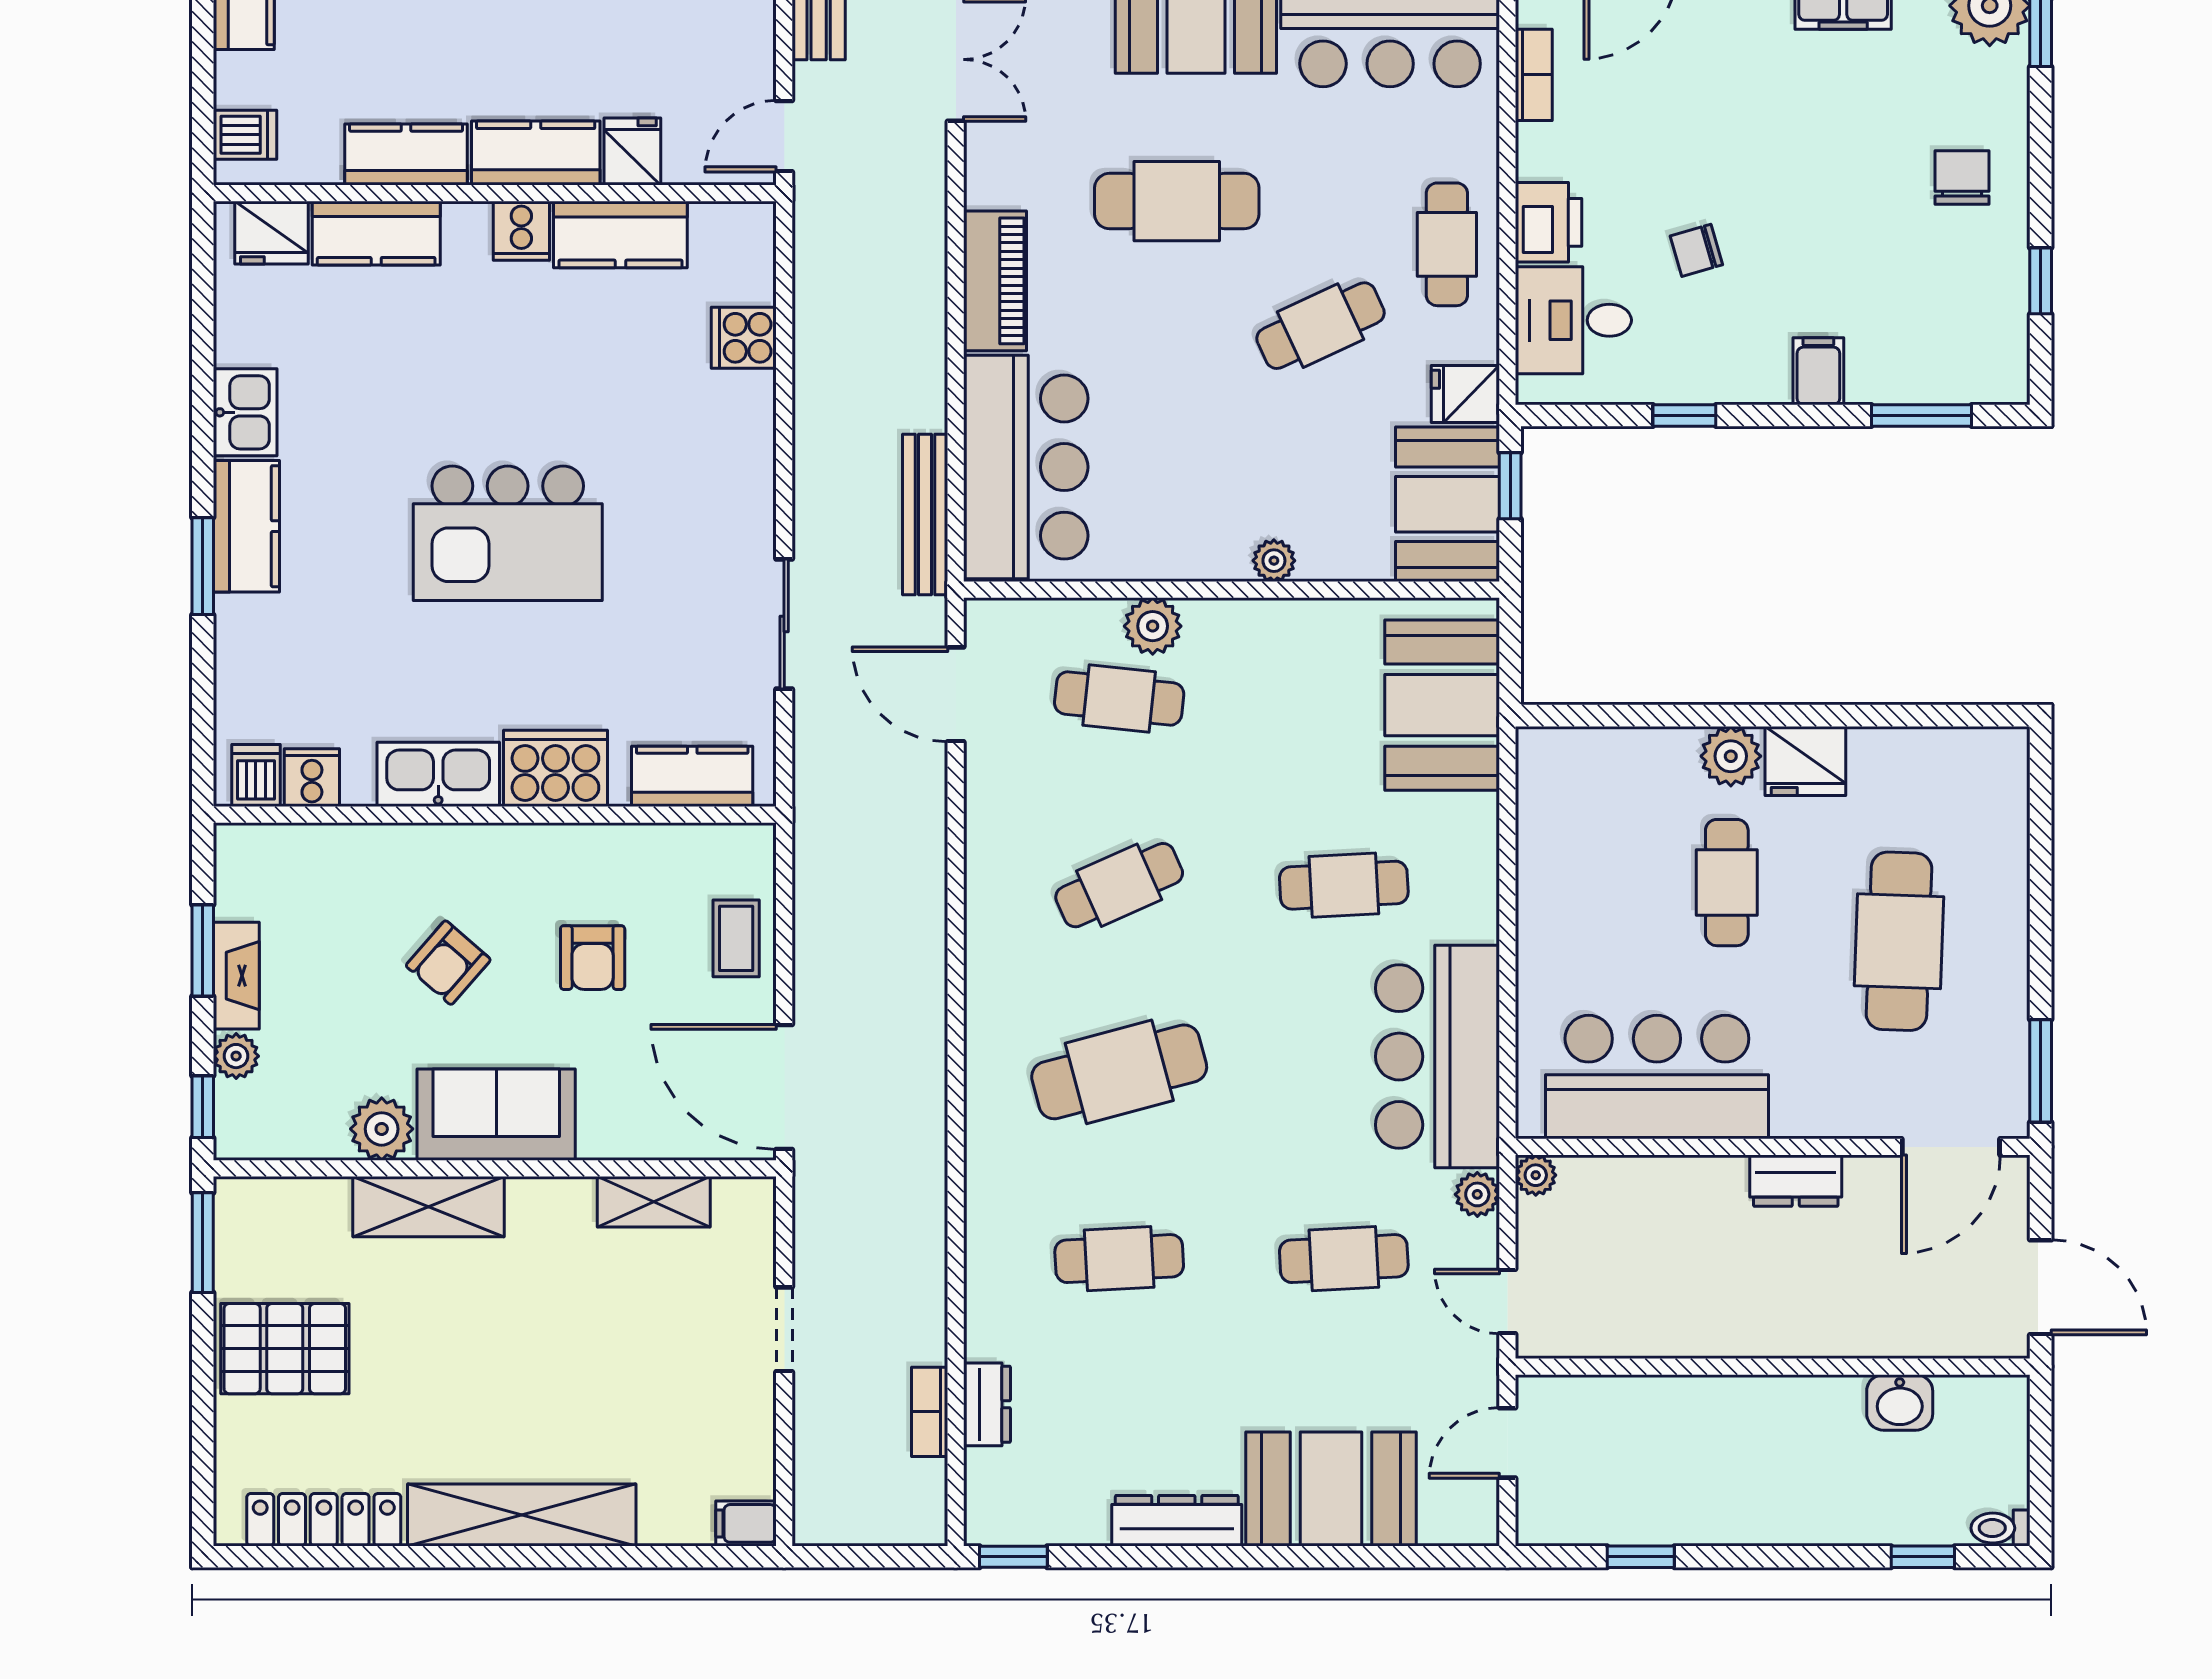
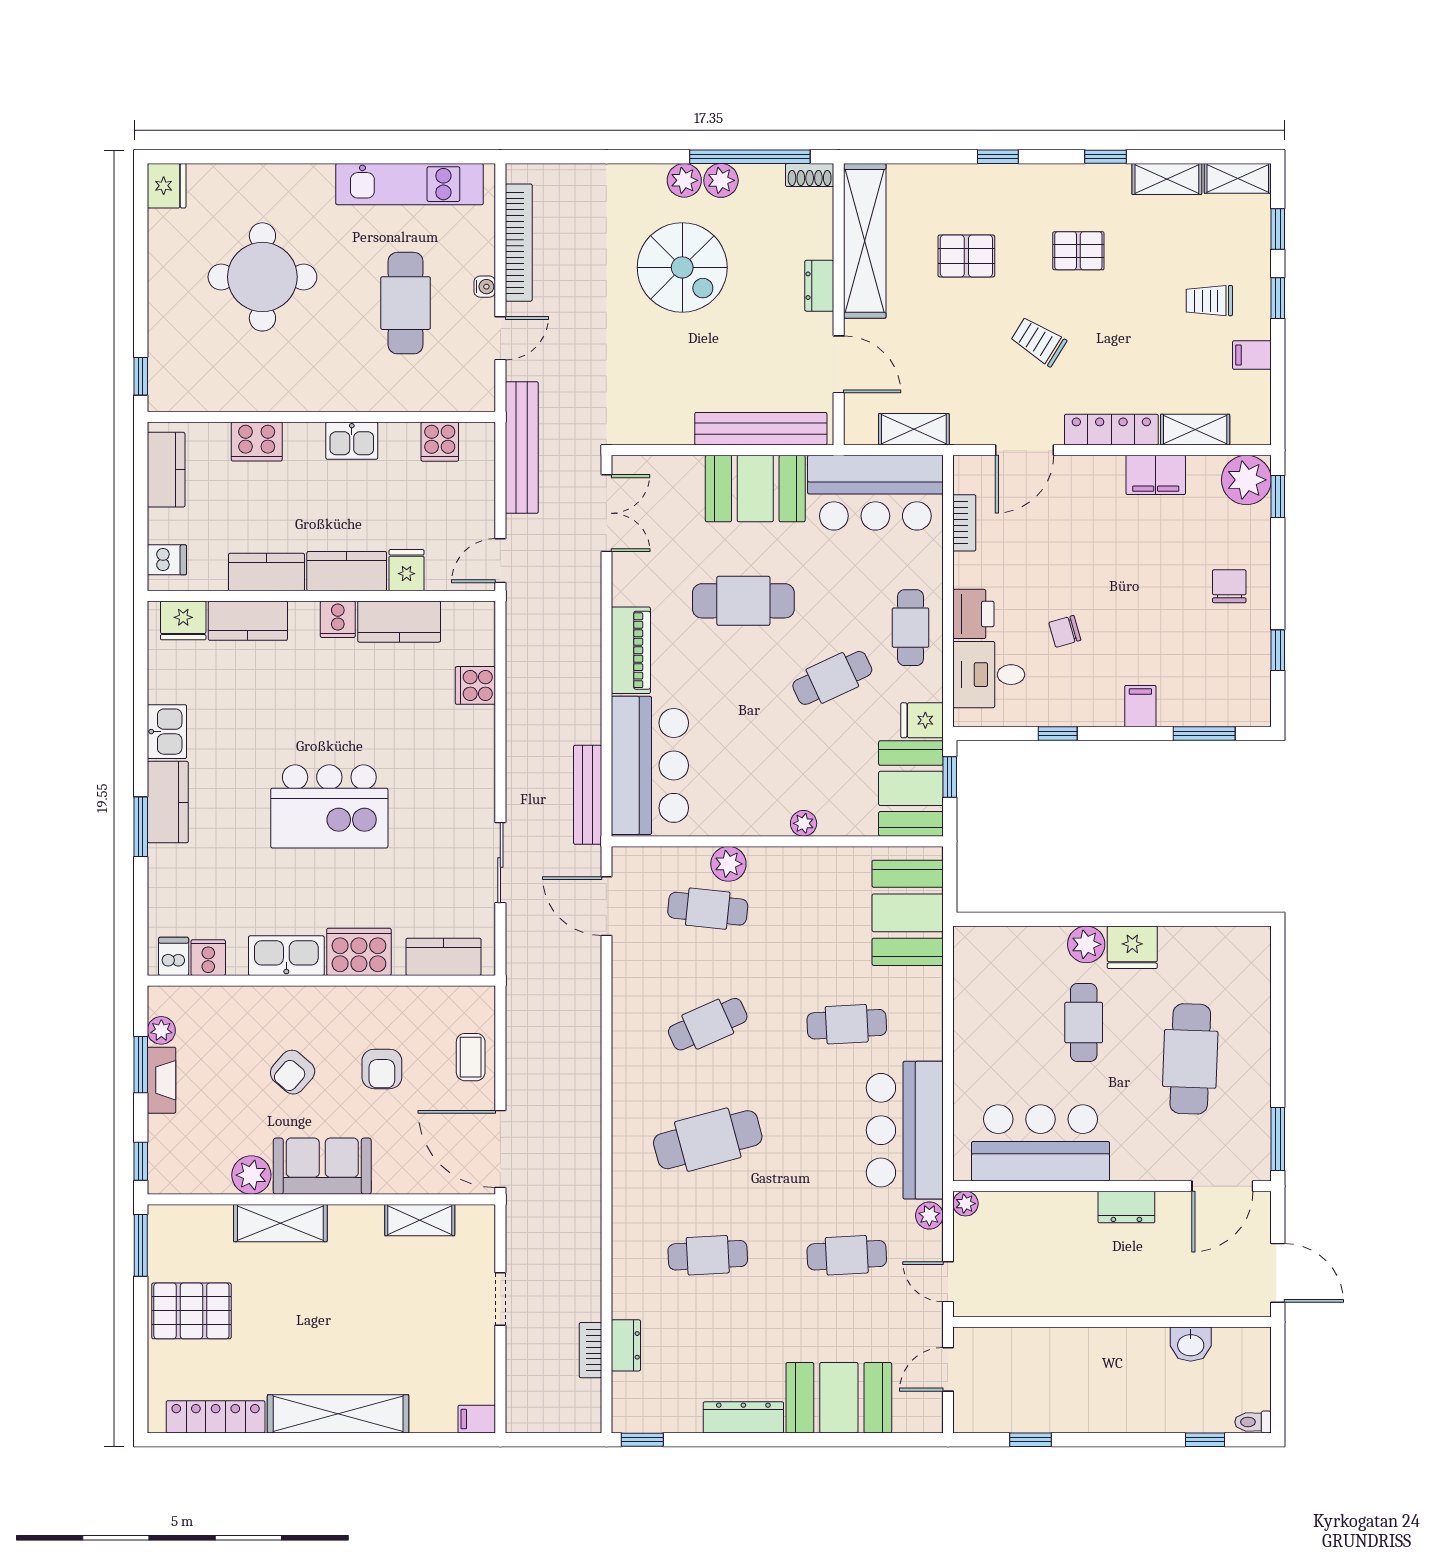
plant: (236, 1056) -> (161, 1030), moved

